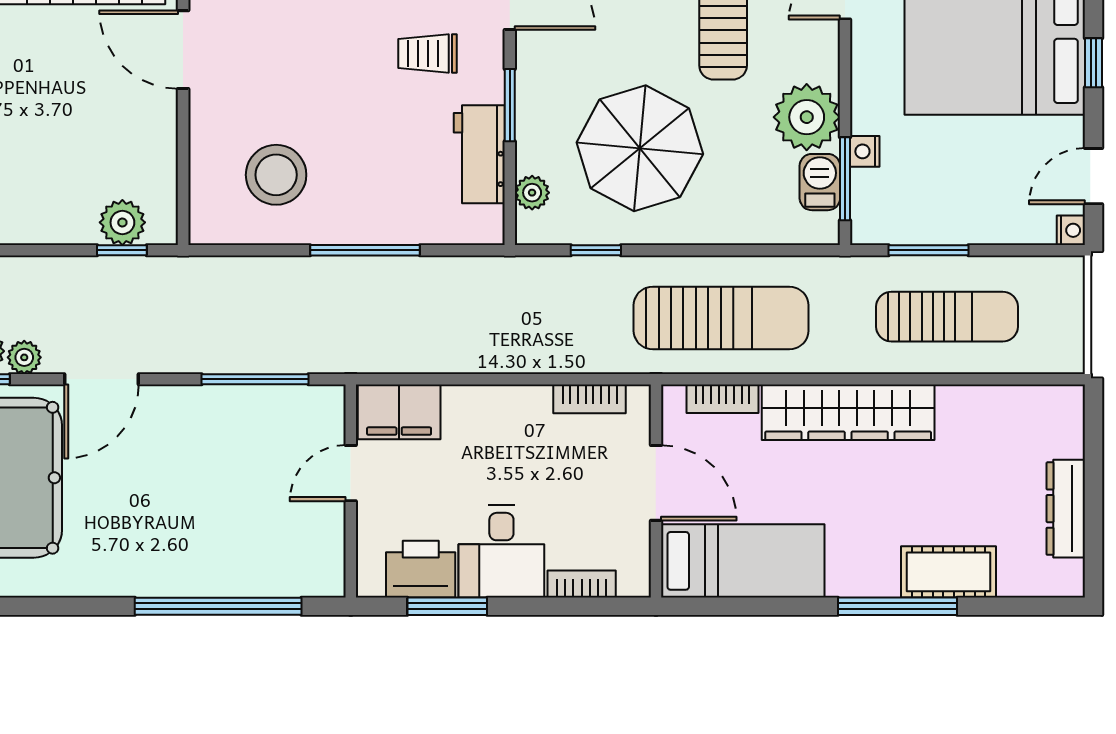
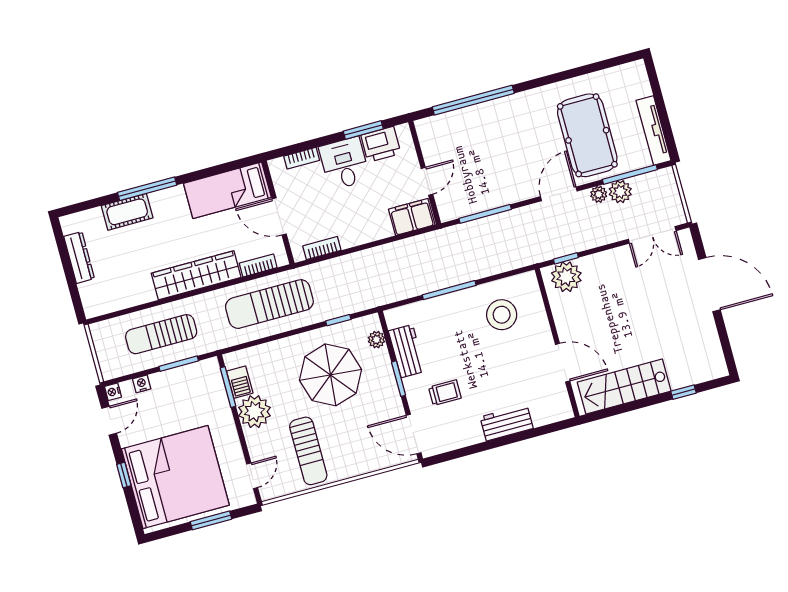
nightstand: (865, 151) -> (142, 384), moved, turned -90
plant: (122, 222) -> (566, 277), width x1.36, depth x1.36

